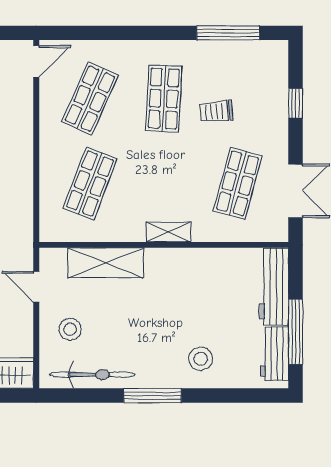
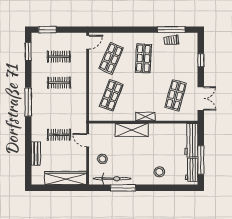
trolley: (216, 111) -> (171, 40), moved
shelving: (106, 263) -> (132, 130), moved
window: (153, 396) -> (123, 188), moved

